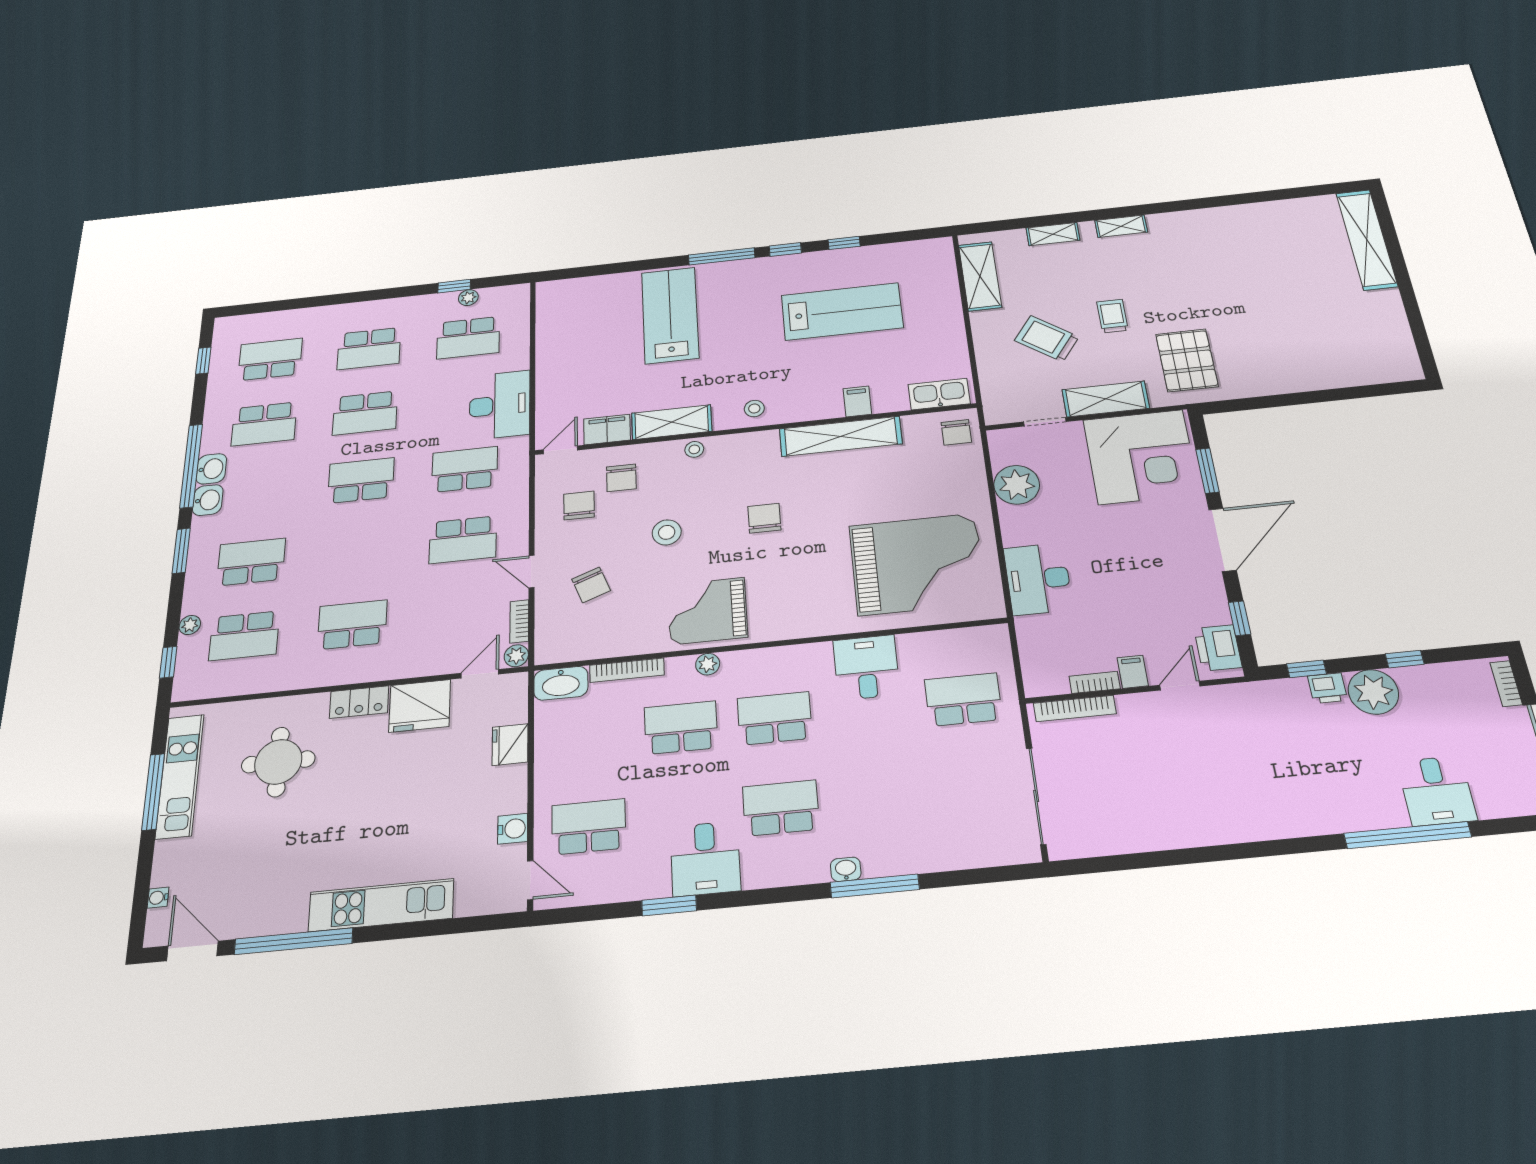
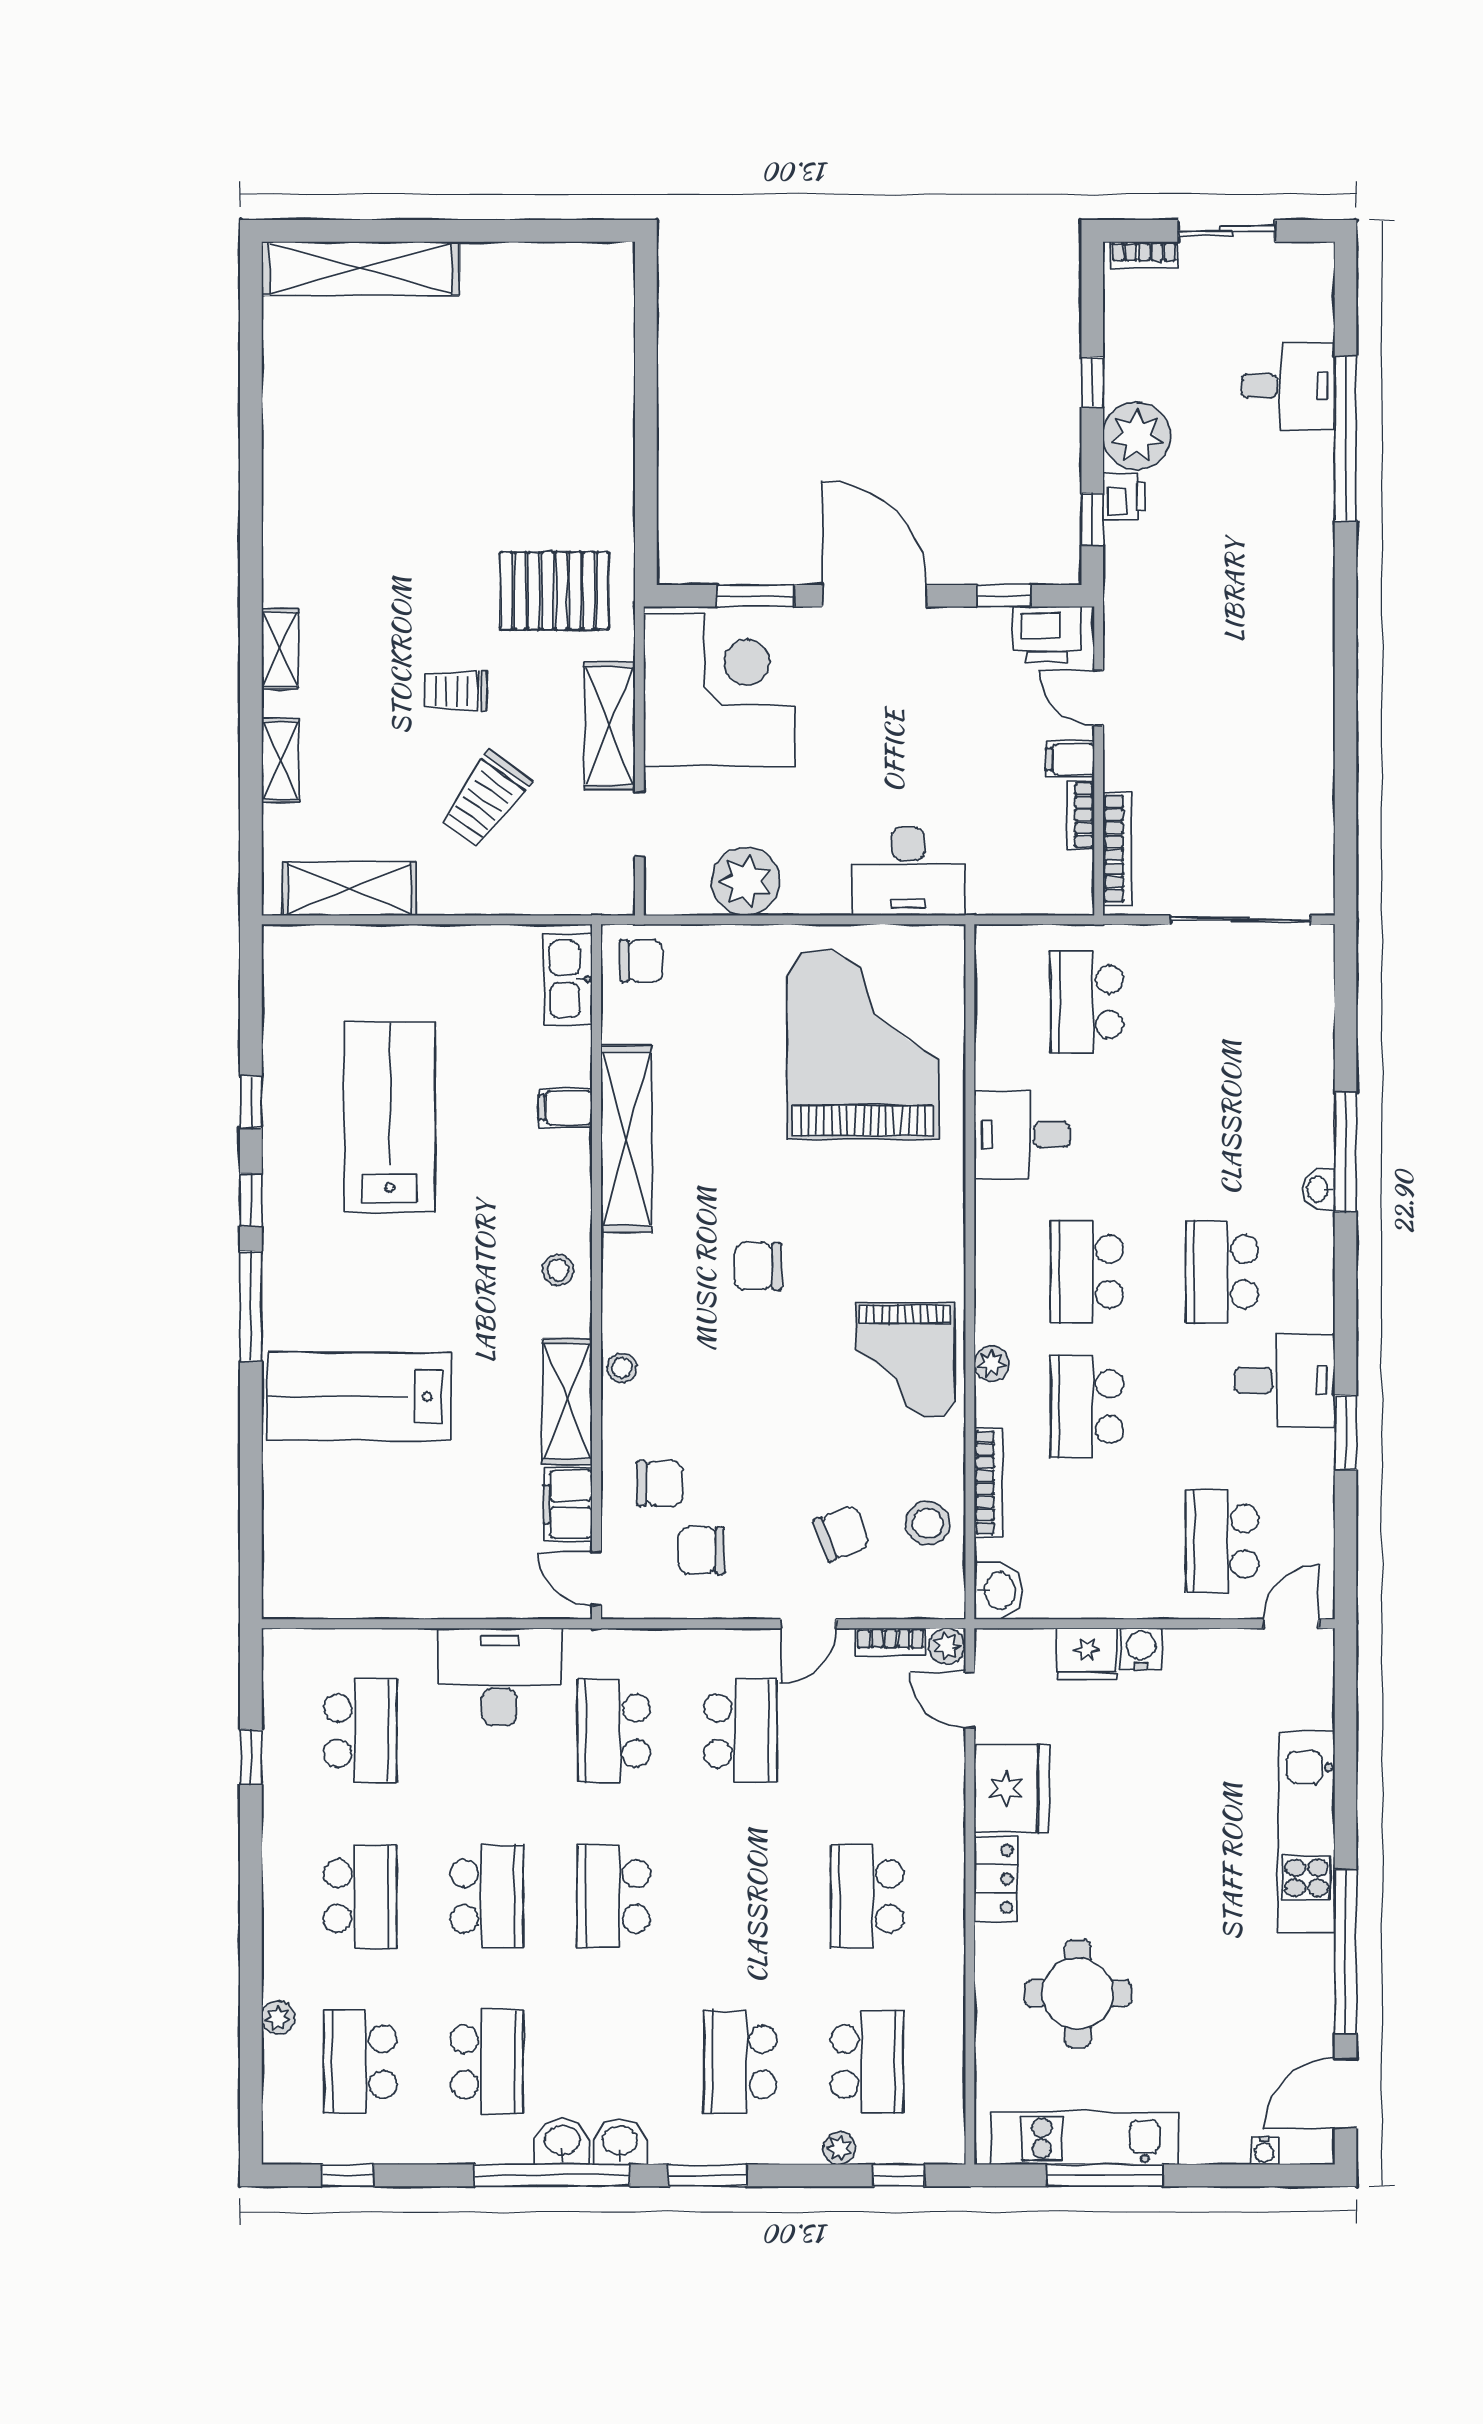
plant: (468, 298) -> (278, 2018), moved
stool: (667, 532) -> (928, 1523), moved
washbasin: (561, 683) -> (998, 1591), width x0.72
water cooler: (513, 829) -> (1141, 1649), moved

